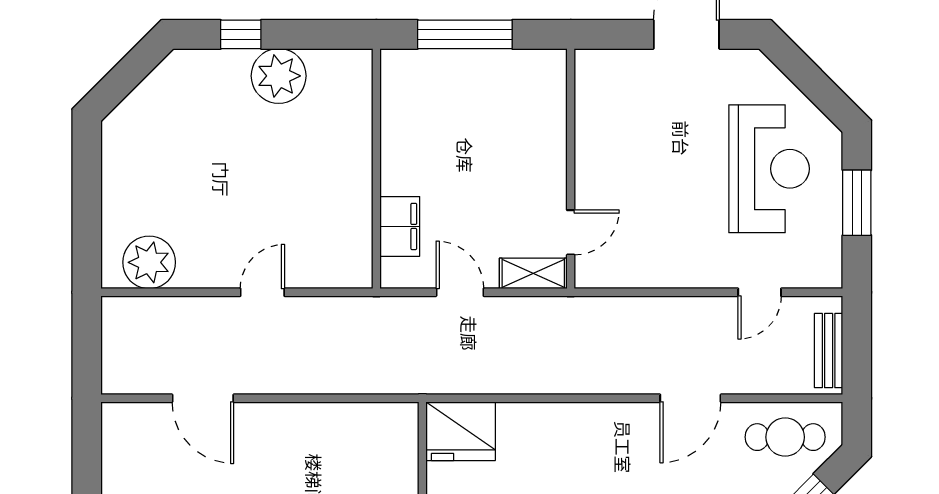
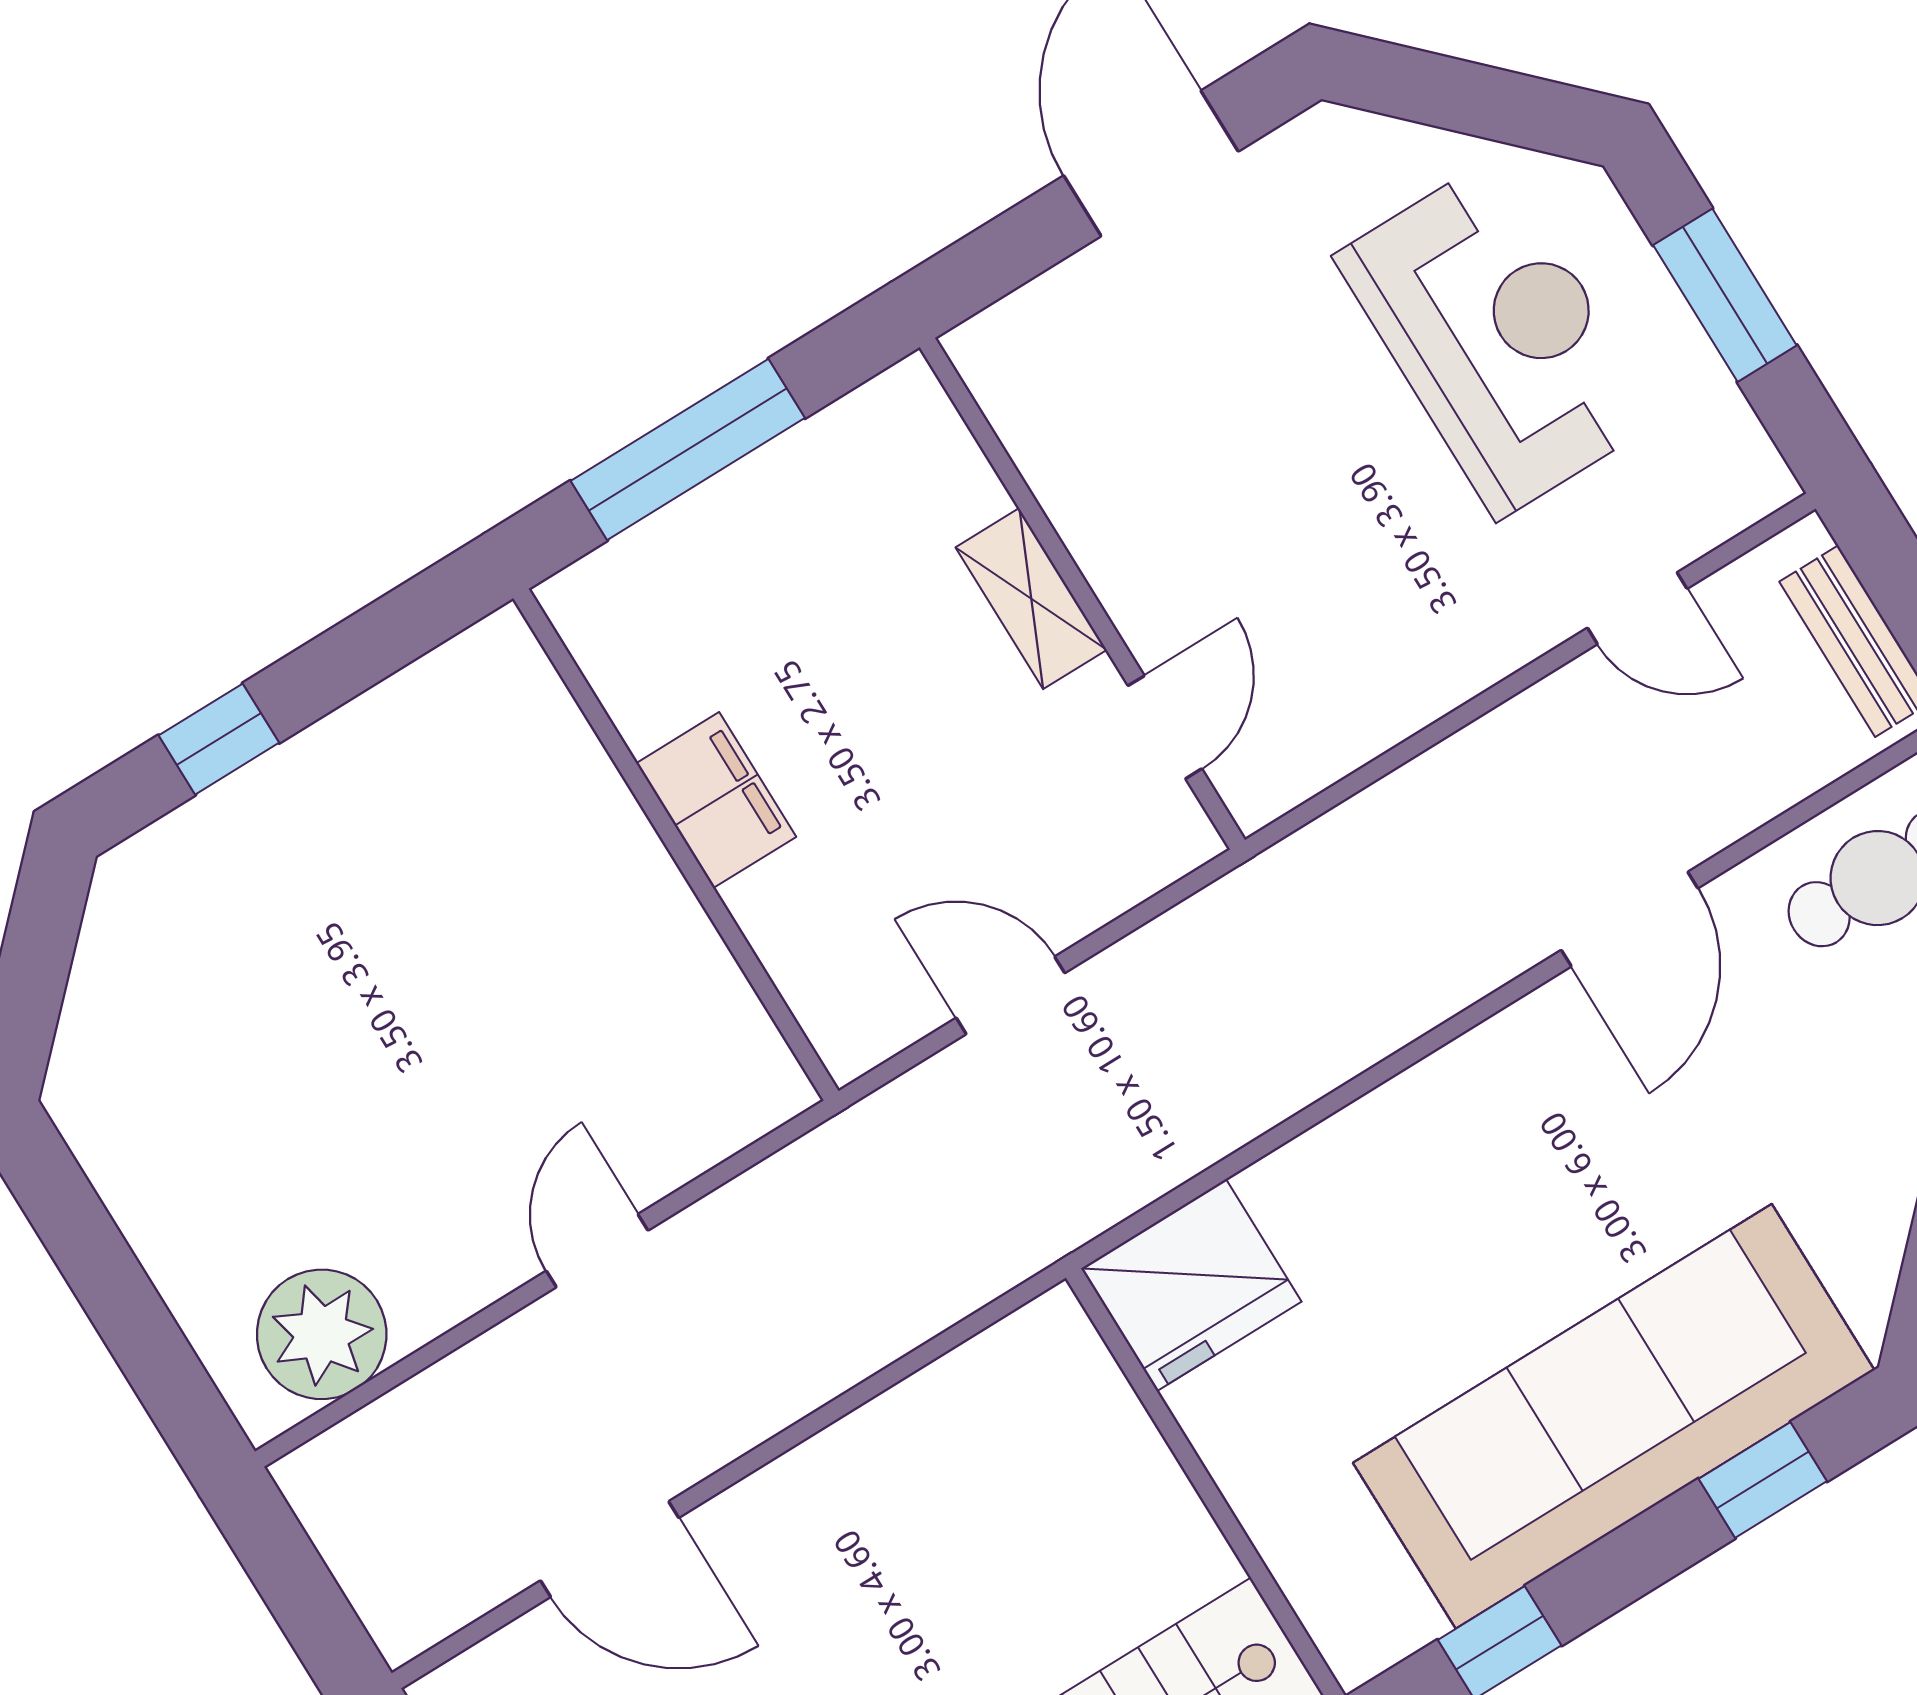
plant: (279, 76) -> (352, 777), removed
filing cabinet: (400, 226) -> (716, 800), moved
shelving: (533, 273) -> (1031, 599), moved, turned 90
door: (760, 292) -> (1637, 608), hinge flipped

